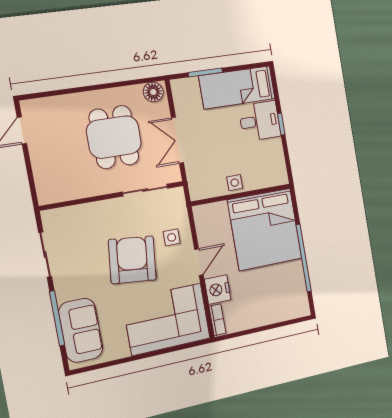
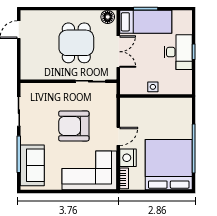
bed: (237, 87) -> (146, 22), moved, turned 180
desk: (260, 121) -> (178, 52), width x1.37
double door: (178, 140) -> (118, 52), swing flipped
bed: (265, 229) -> (169, 165), moved, turned 180
side table: (172, 237) -> (103, 116), removed
armchair: (132, 260) -> (74, 126), turned -96

